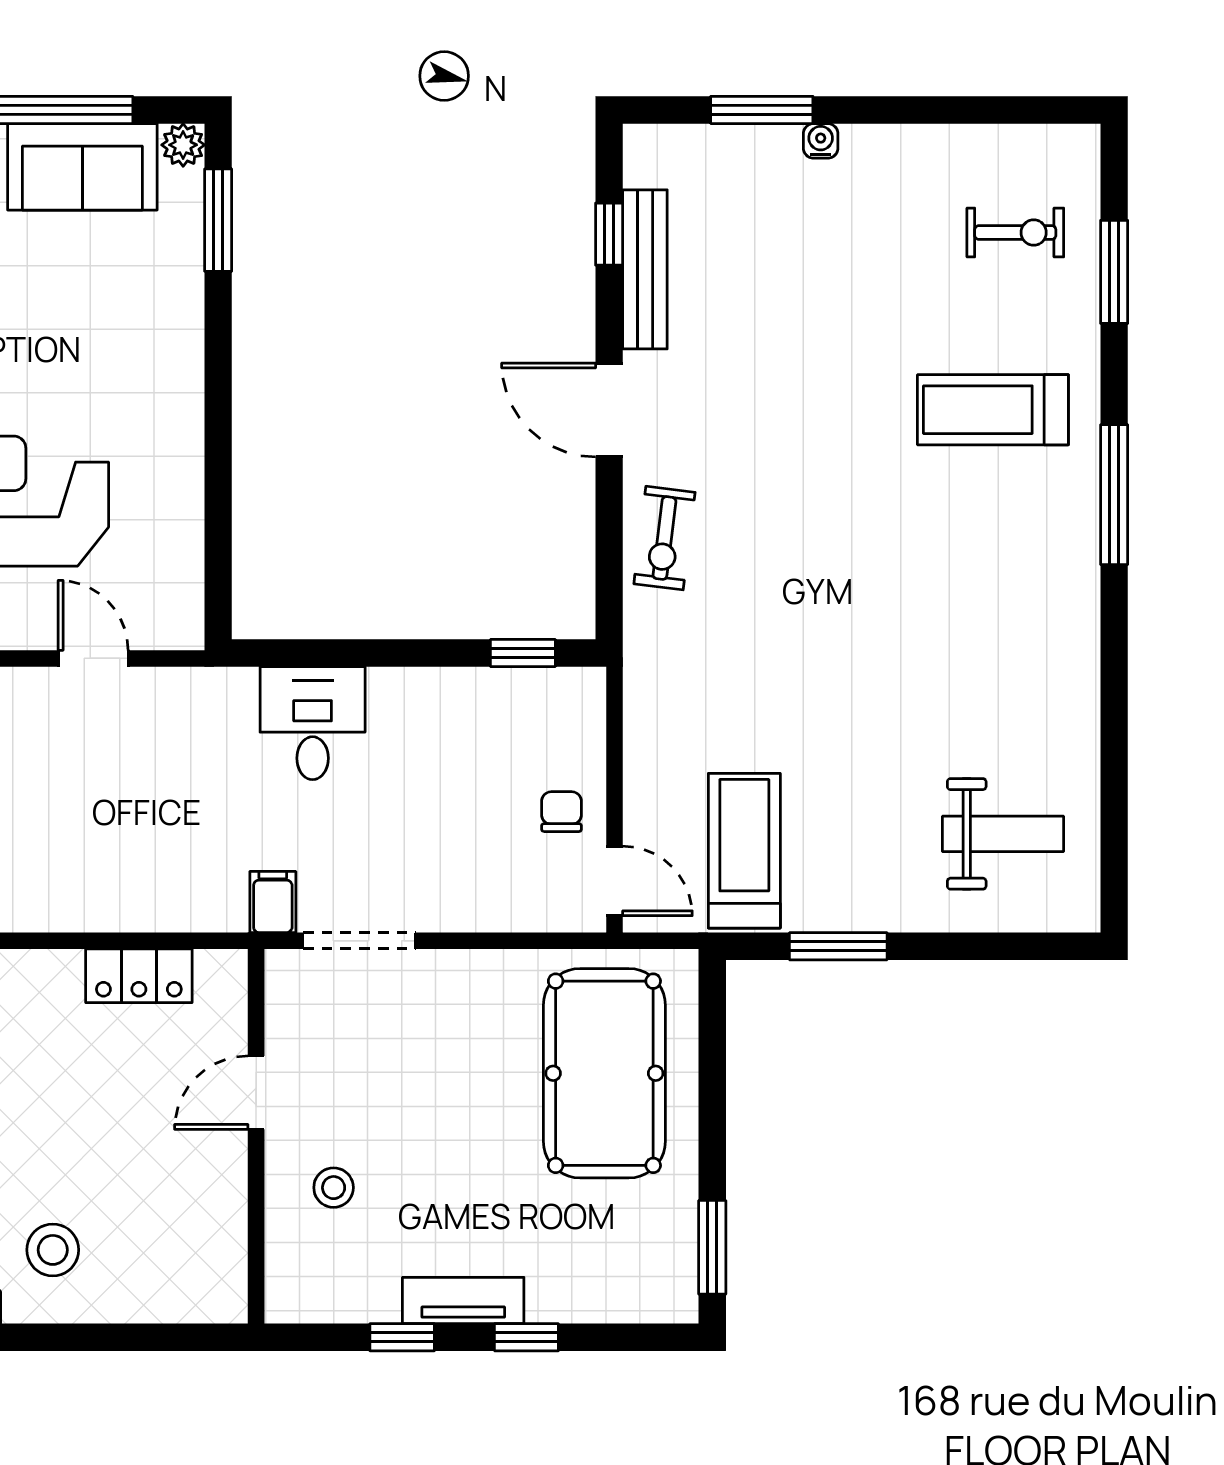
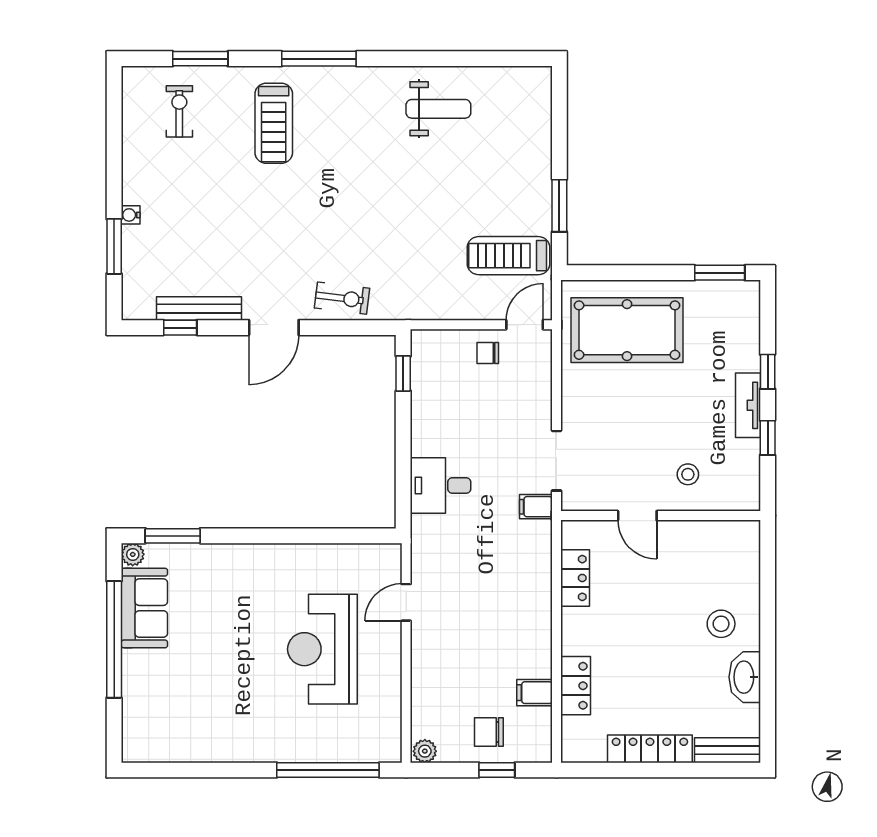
weight bench: (1003, 834) -> (438, 109), moved, turned 90

